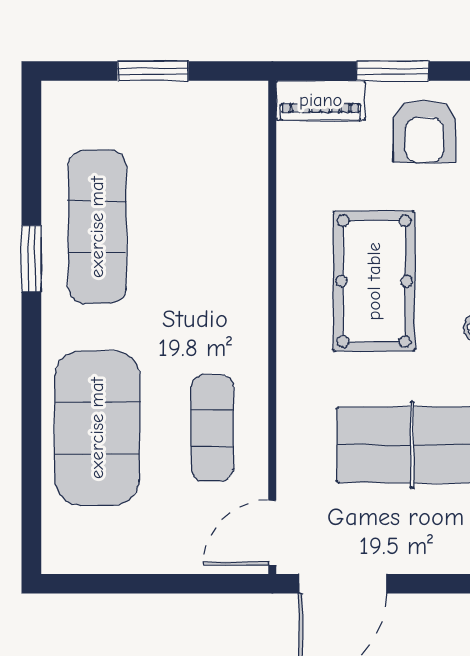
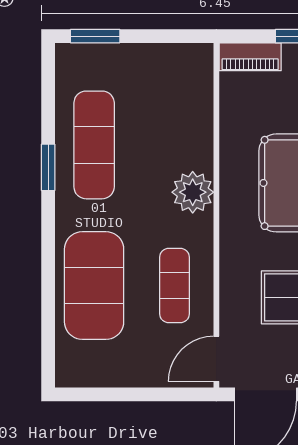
window: (153, 71) -> (95, 36), moved
plant: (238, 294) -> (193, 192), added

